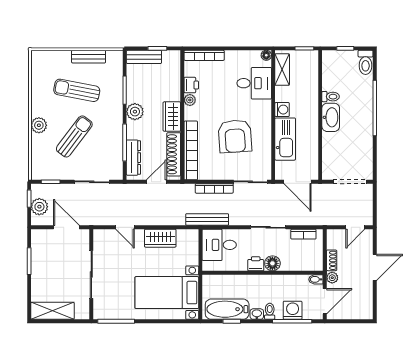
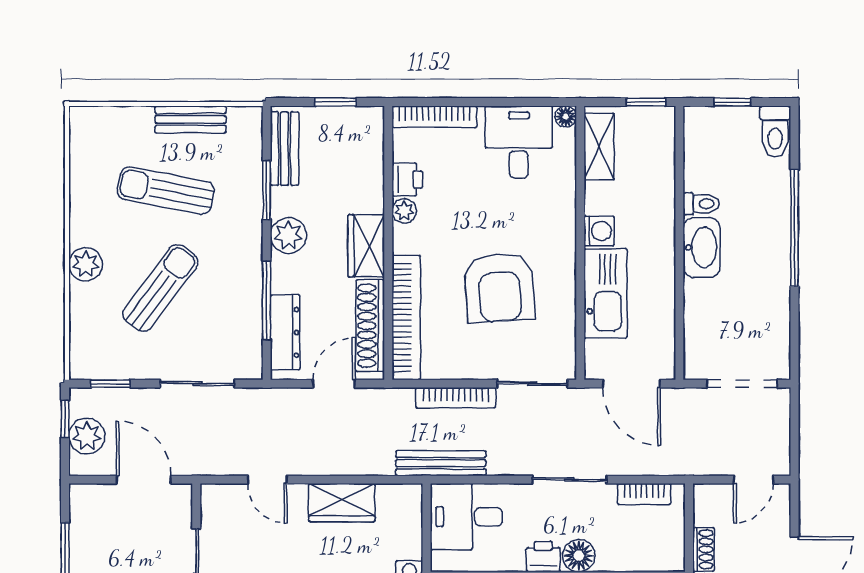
bench: (144, 57) -> (285, 149), moved, turned 90
desk: (254, 83) -> (519, 142), moved, turned -90

